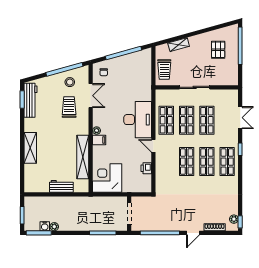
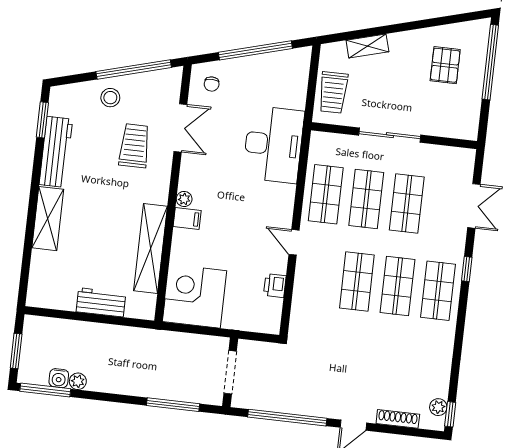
stool: (70, 82) -> (110, 98), moved
workbench: (31, 100) -> (56, 152), moved
desk: (138, 120) -> (273, 144), moved

